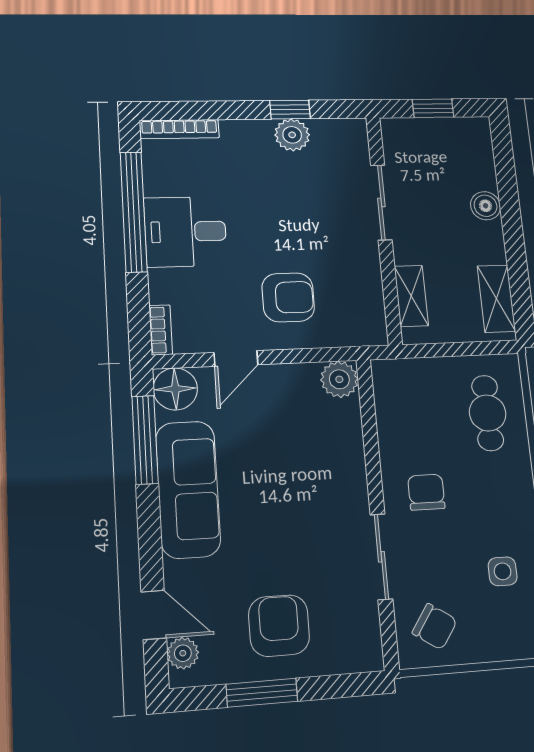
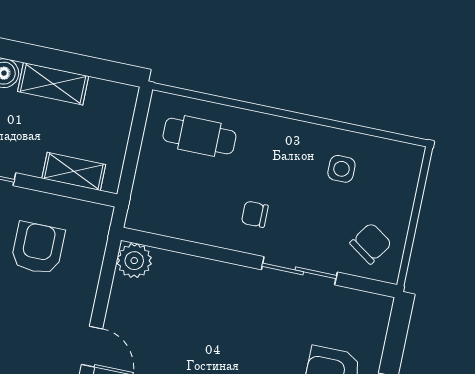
armchair: (288, 297) -> (38, 248), moved
shelving: (496, 299) -> (53, 84), moved
chair: (426, 492) -> (255, 214), width x0.73, depth x0.73

